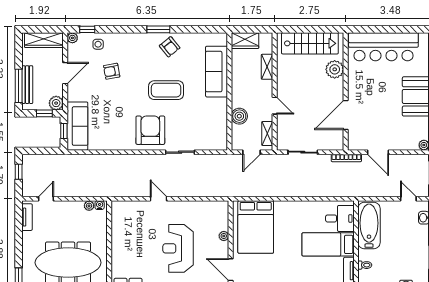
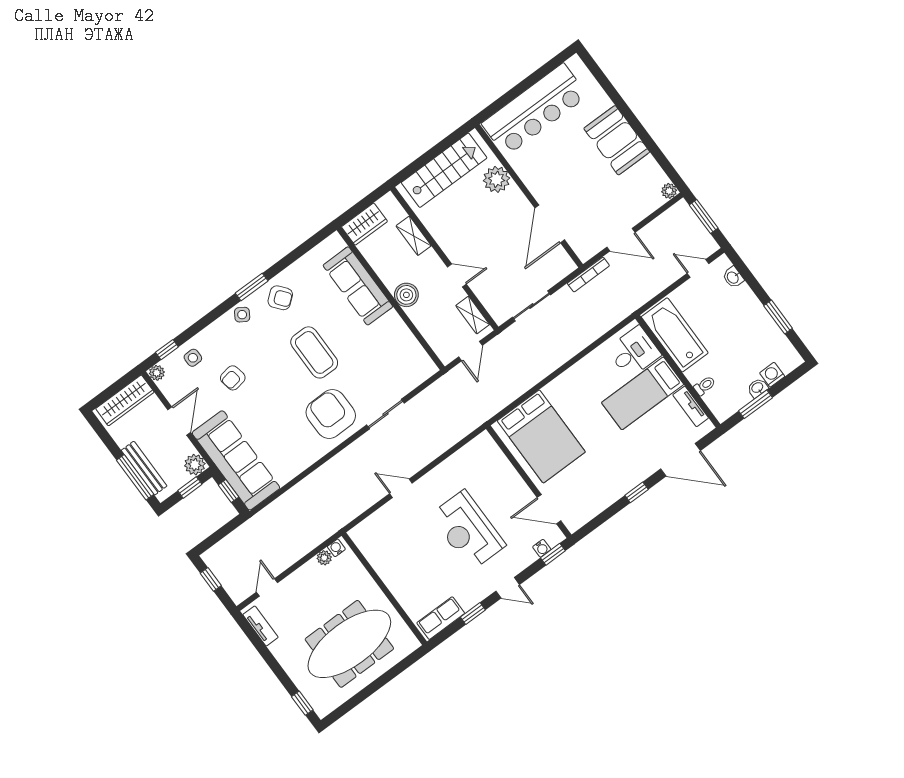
side table: (142, 41) -> (242, 315), added
coffee table: (166, 90) -> (314, 352), turned 90
boiler: (239, 116) -> (406, 295), moved
sofa: (77, 126) -> (236, 460), width x1.36, depth x1.27
plant: (224, 236) -> (511, 475), removed

